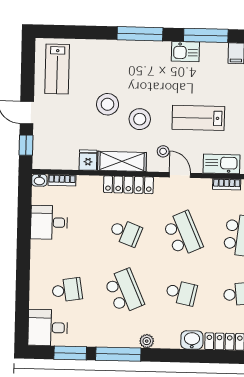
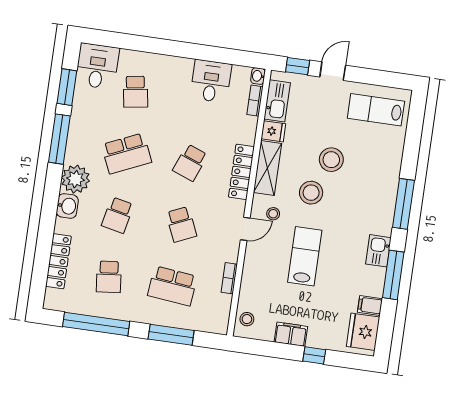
kitchen sink: (222, 164) -> (277, 101), moved
school desk: (183, 234) -> (181, 224), width x0.54
washbasin: (192, 340) -> (67, 206), moved
plant: (147, 341) -> (75, 179), width x1.88, depth x1.88

